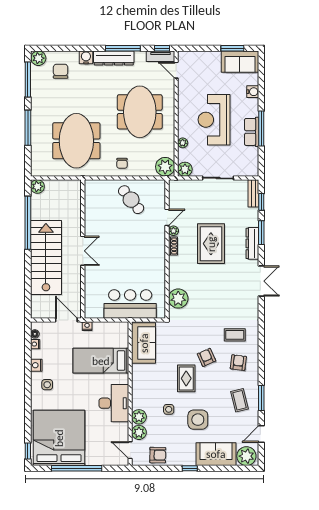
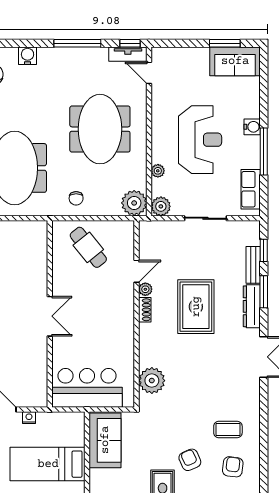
dresser: (114, 58) -> (65, 56), removed
water cooler: (253, 92) -> (252, 127), moved
reception desk: (214, 120) -> (200, 140), turned 180
row of seats: (252, 132) -> (251, 189), moved
bench: (253, 193) -> (253, 265), moved
wall: (83, 249) -> (50, 314), moved
double door: (83, 251) -> (50, 316), moved

